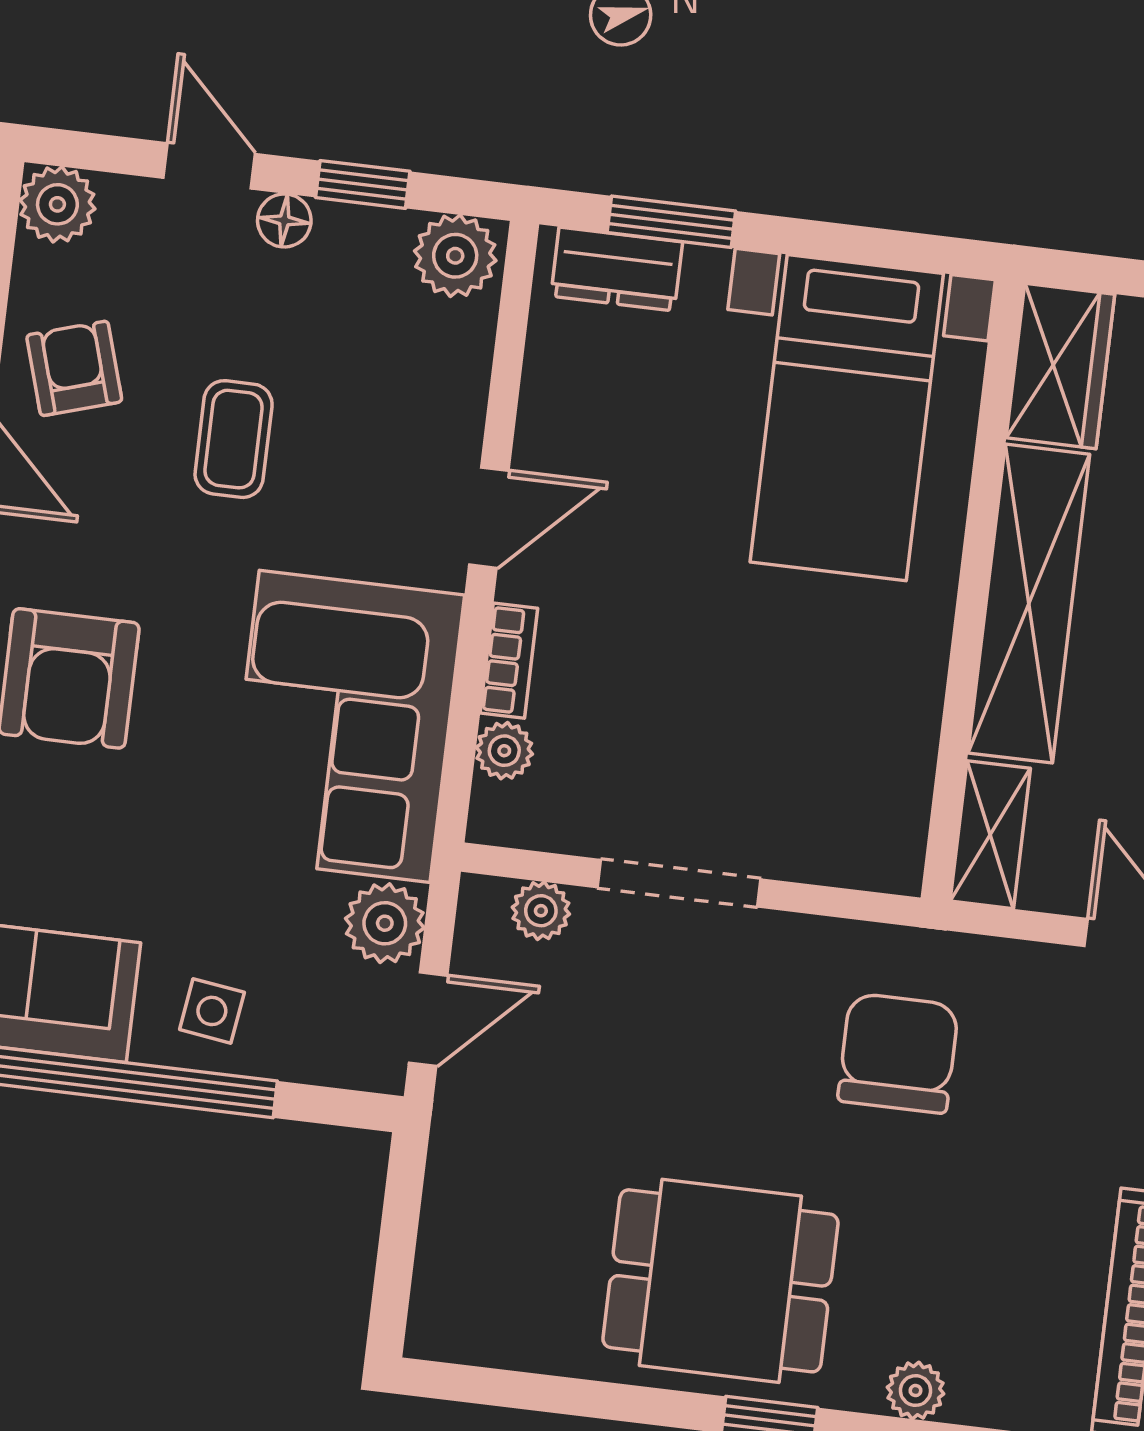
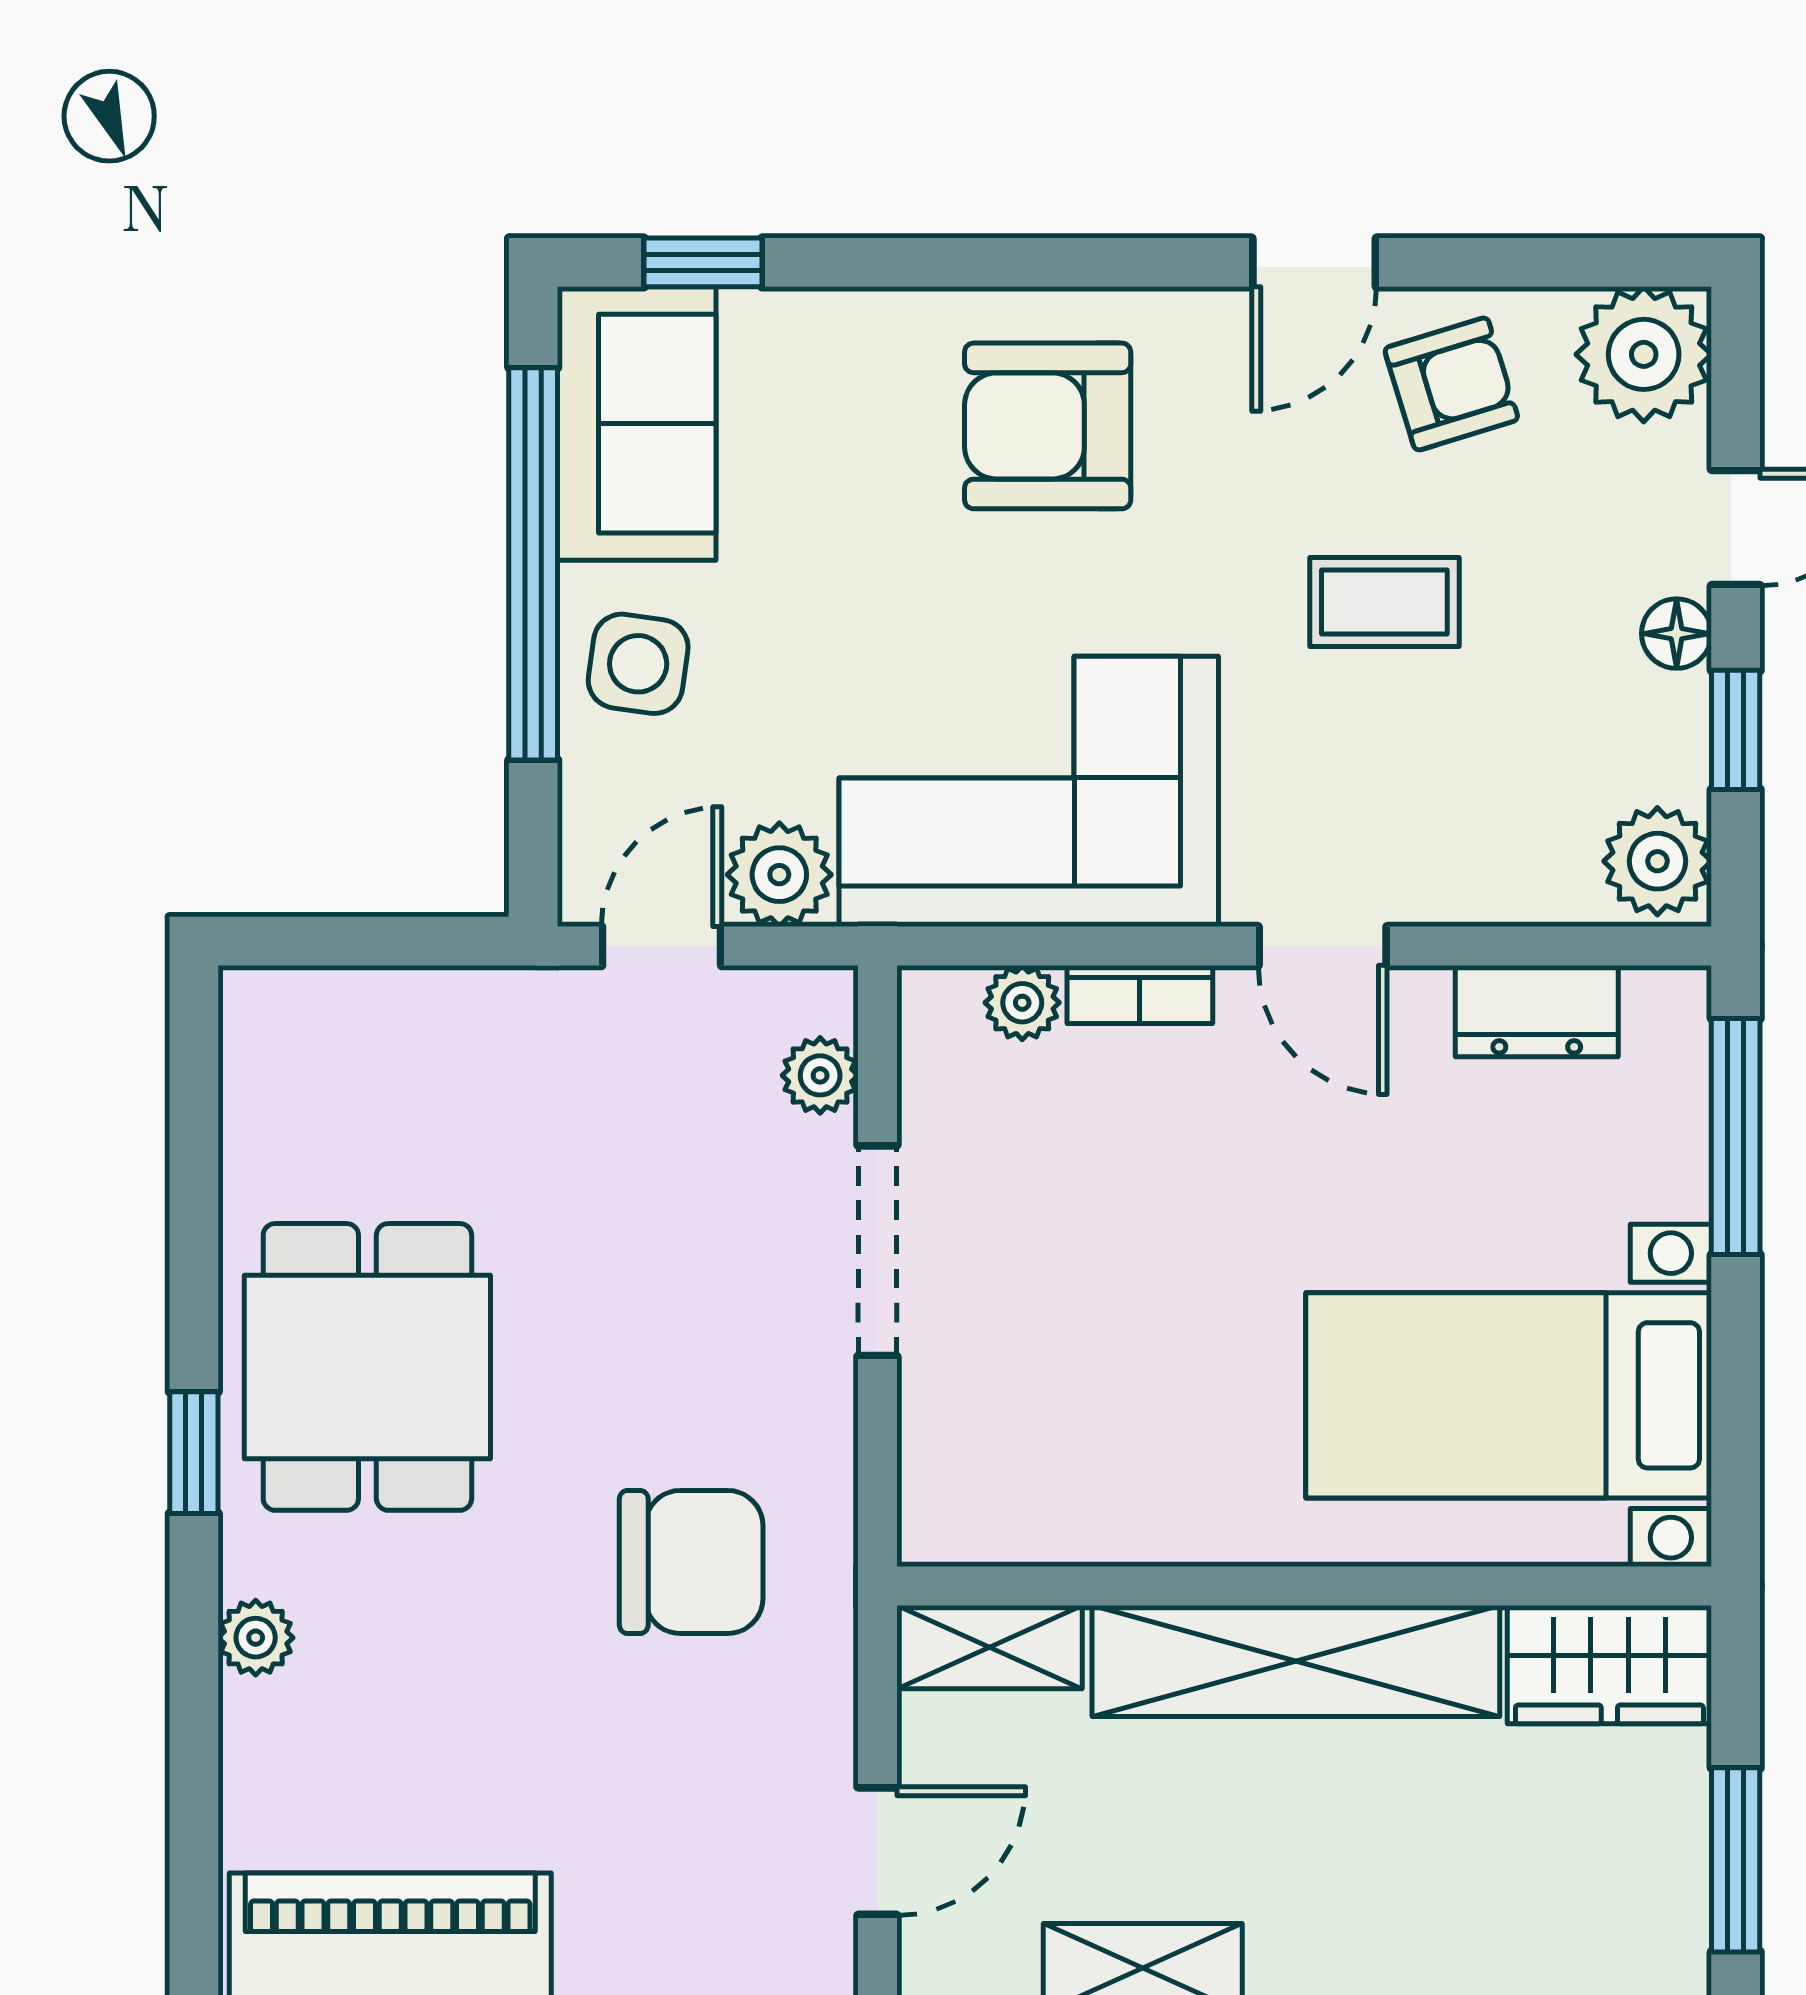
plant: (57, 204) -> (1644, 354), width x1.36, depth x1.36
window: (671, 222) -> (1736, 1137), width x1.44
dresser: (617, 269) -> (1537, 1011), moved, turned -90
side table: (212, 1011) -> (638, 664), width x1.37, depth x1.37
door: (428, 1019) -> (662, 946), swing flipped

